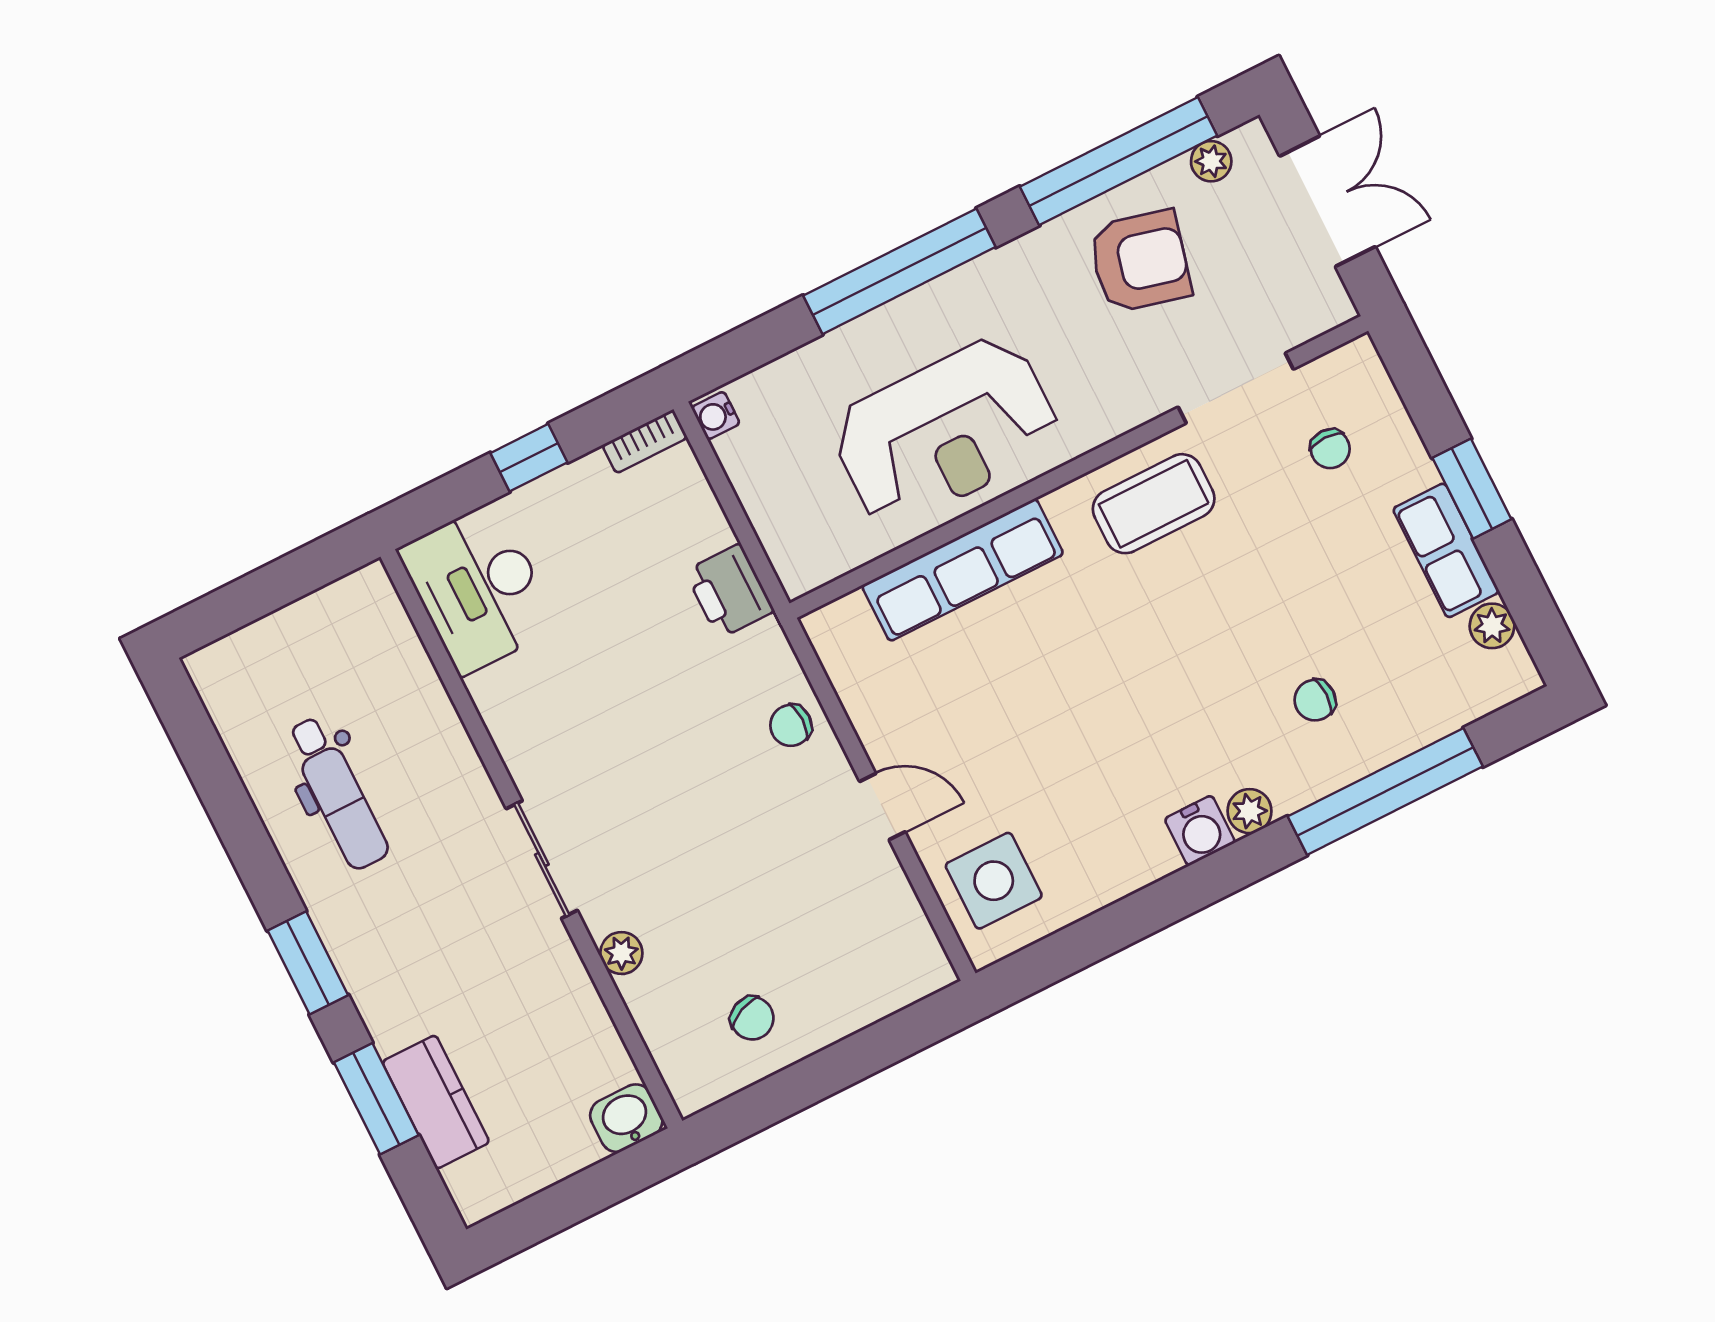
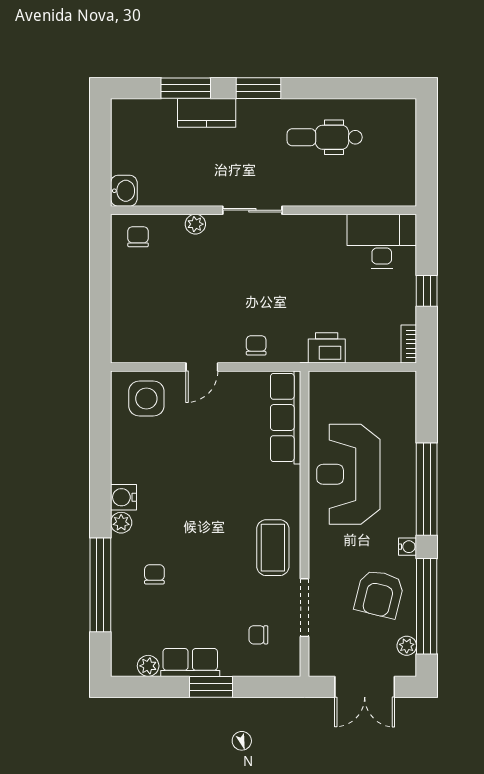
water cooler: (716, 416) -> (407, 547), moved, turned 90
row of seats: (963, 570) -> (286, 417), moved
chair: (752, 1018) -> (138, 237), moved, turned 114
kitchen counter: (436, 1102) -> (207, 113), moved

